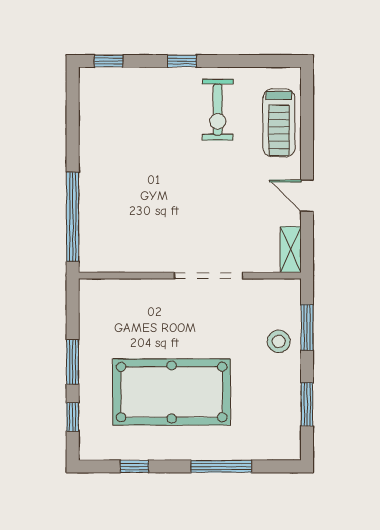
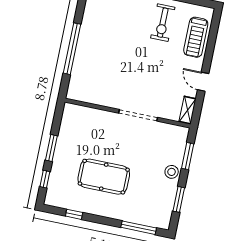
window: (73, 217) -> (72, 49), moved
stool: (279, 341) -> (172, 172), moved
pool table: (172, 392) -> (104, 177), width x0.73, depth x0.76
window: (221, 466) -> (139, 228), moved

